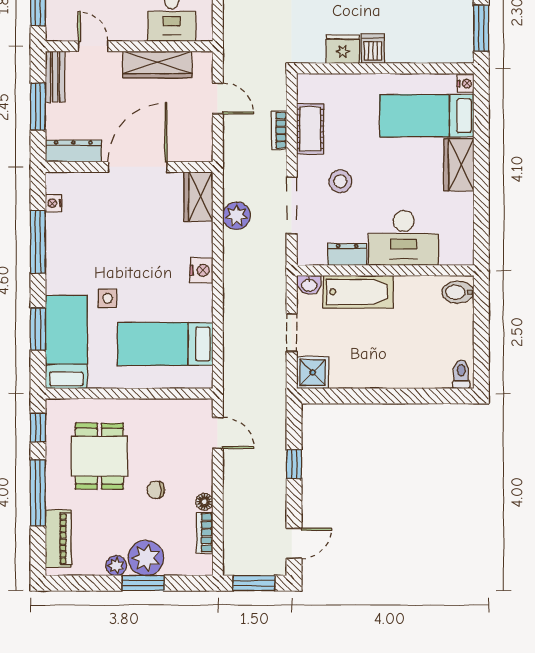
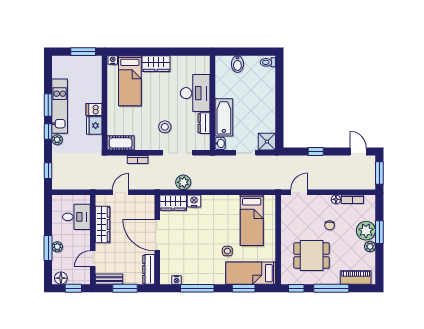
cot: (310, 129) -> (121, 143), moved
nightstand: (201, 270) -> (194, 201), moved
bidet: (458, 292) -> (237, 64), moved

